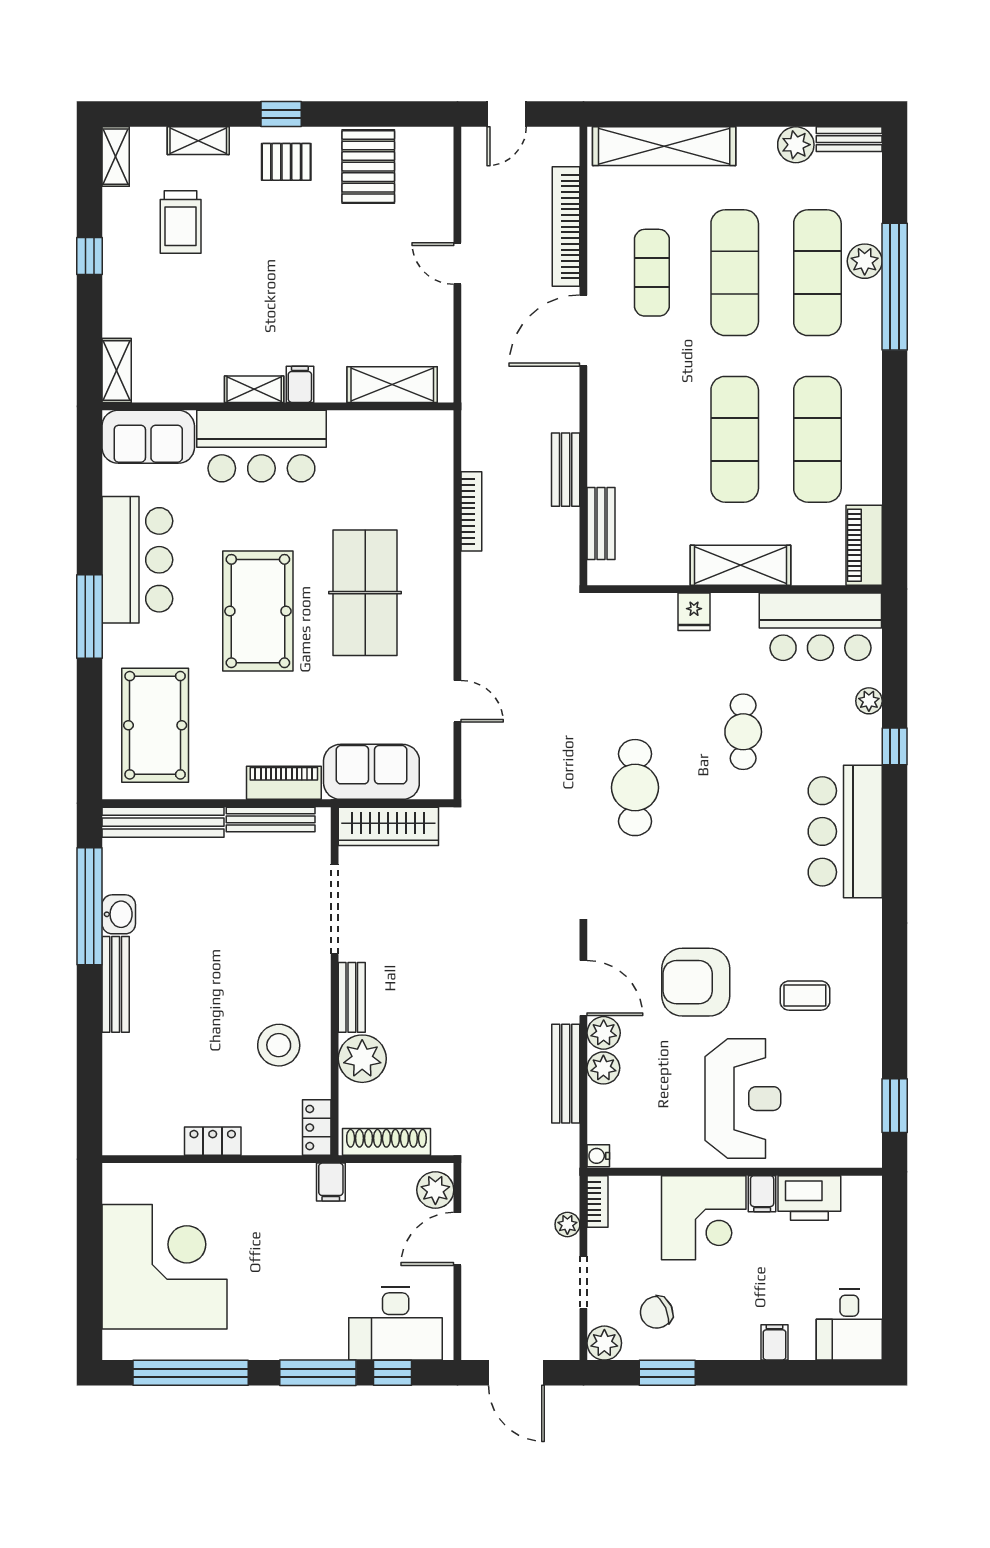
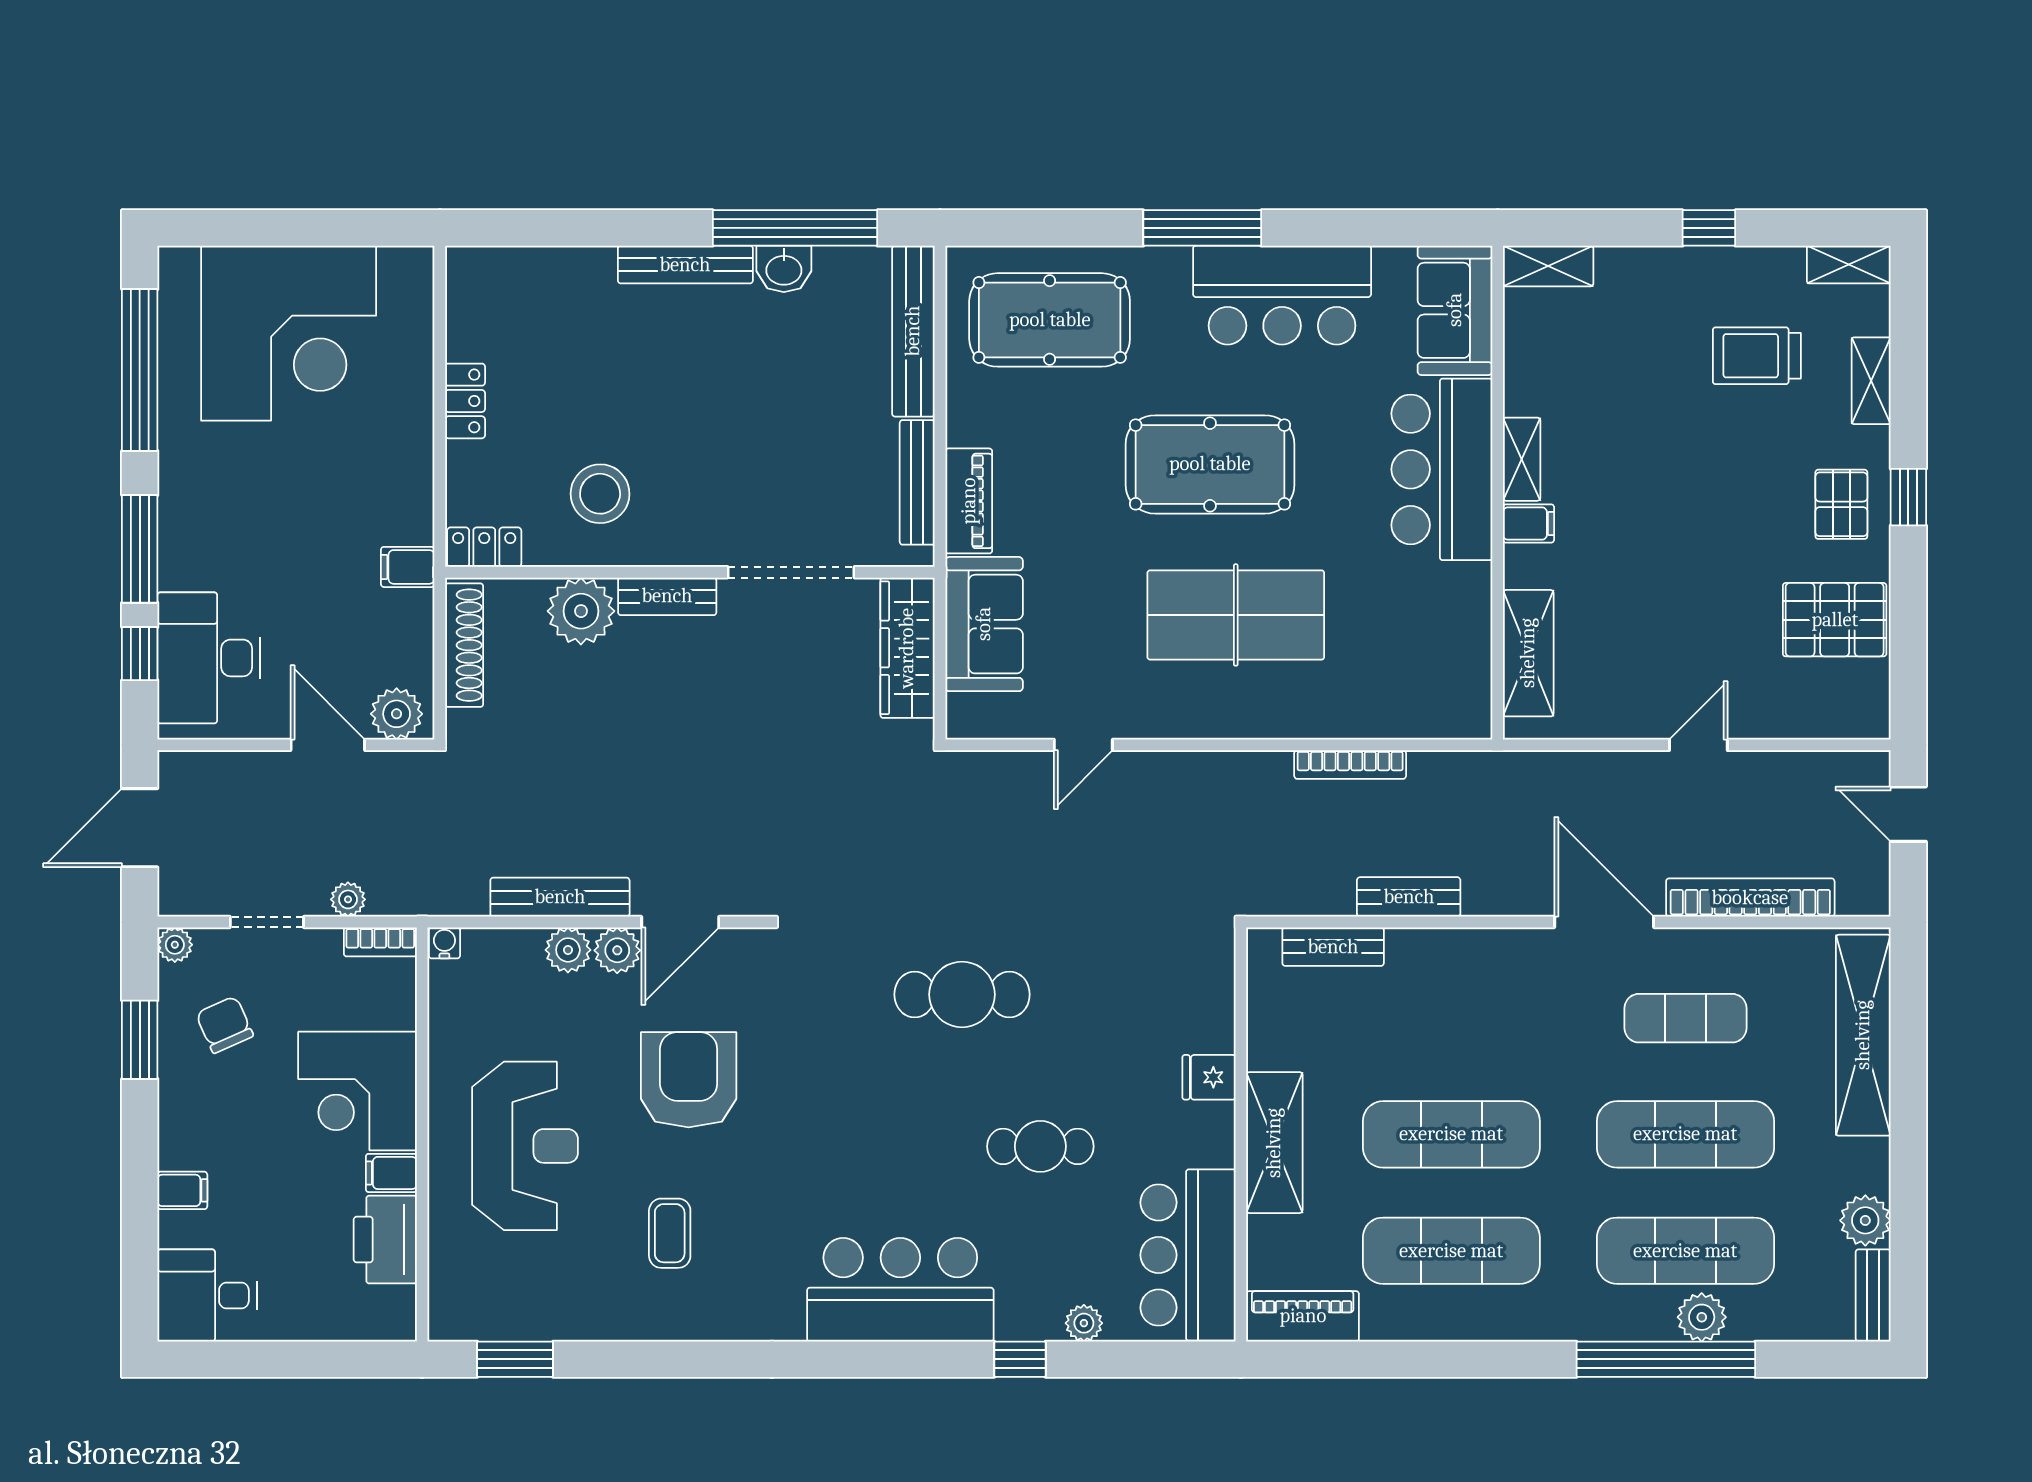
reception desk: (743, 1099) -> (525, 1146), turned -90
plant: (604, 1343) -> (175, 945), width x0.73, depth x0.73

